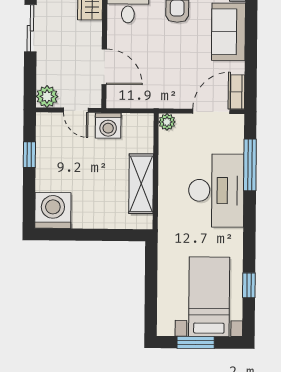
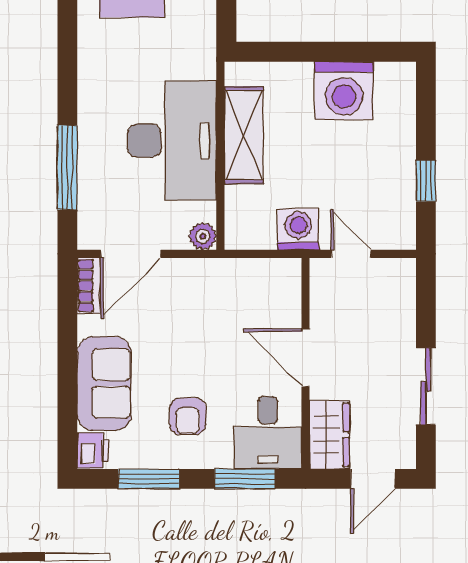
door: (104, 67) -> (305, 358), moved
plant: (47, 96) -> (398, 276), removed
desk: (216, 190) -> (172, 141), moved, turned 180
washing machine: (53, 210) -> (344, 91), moved

